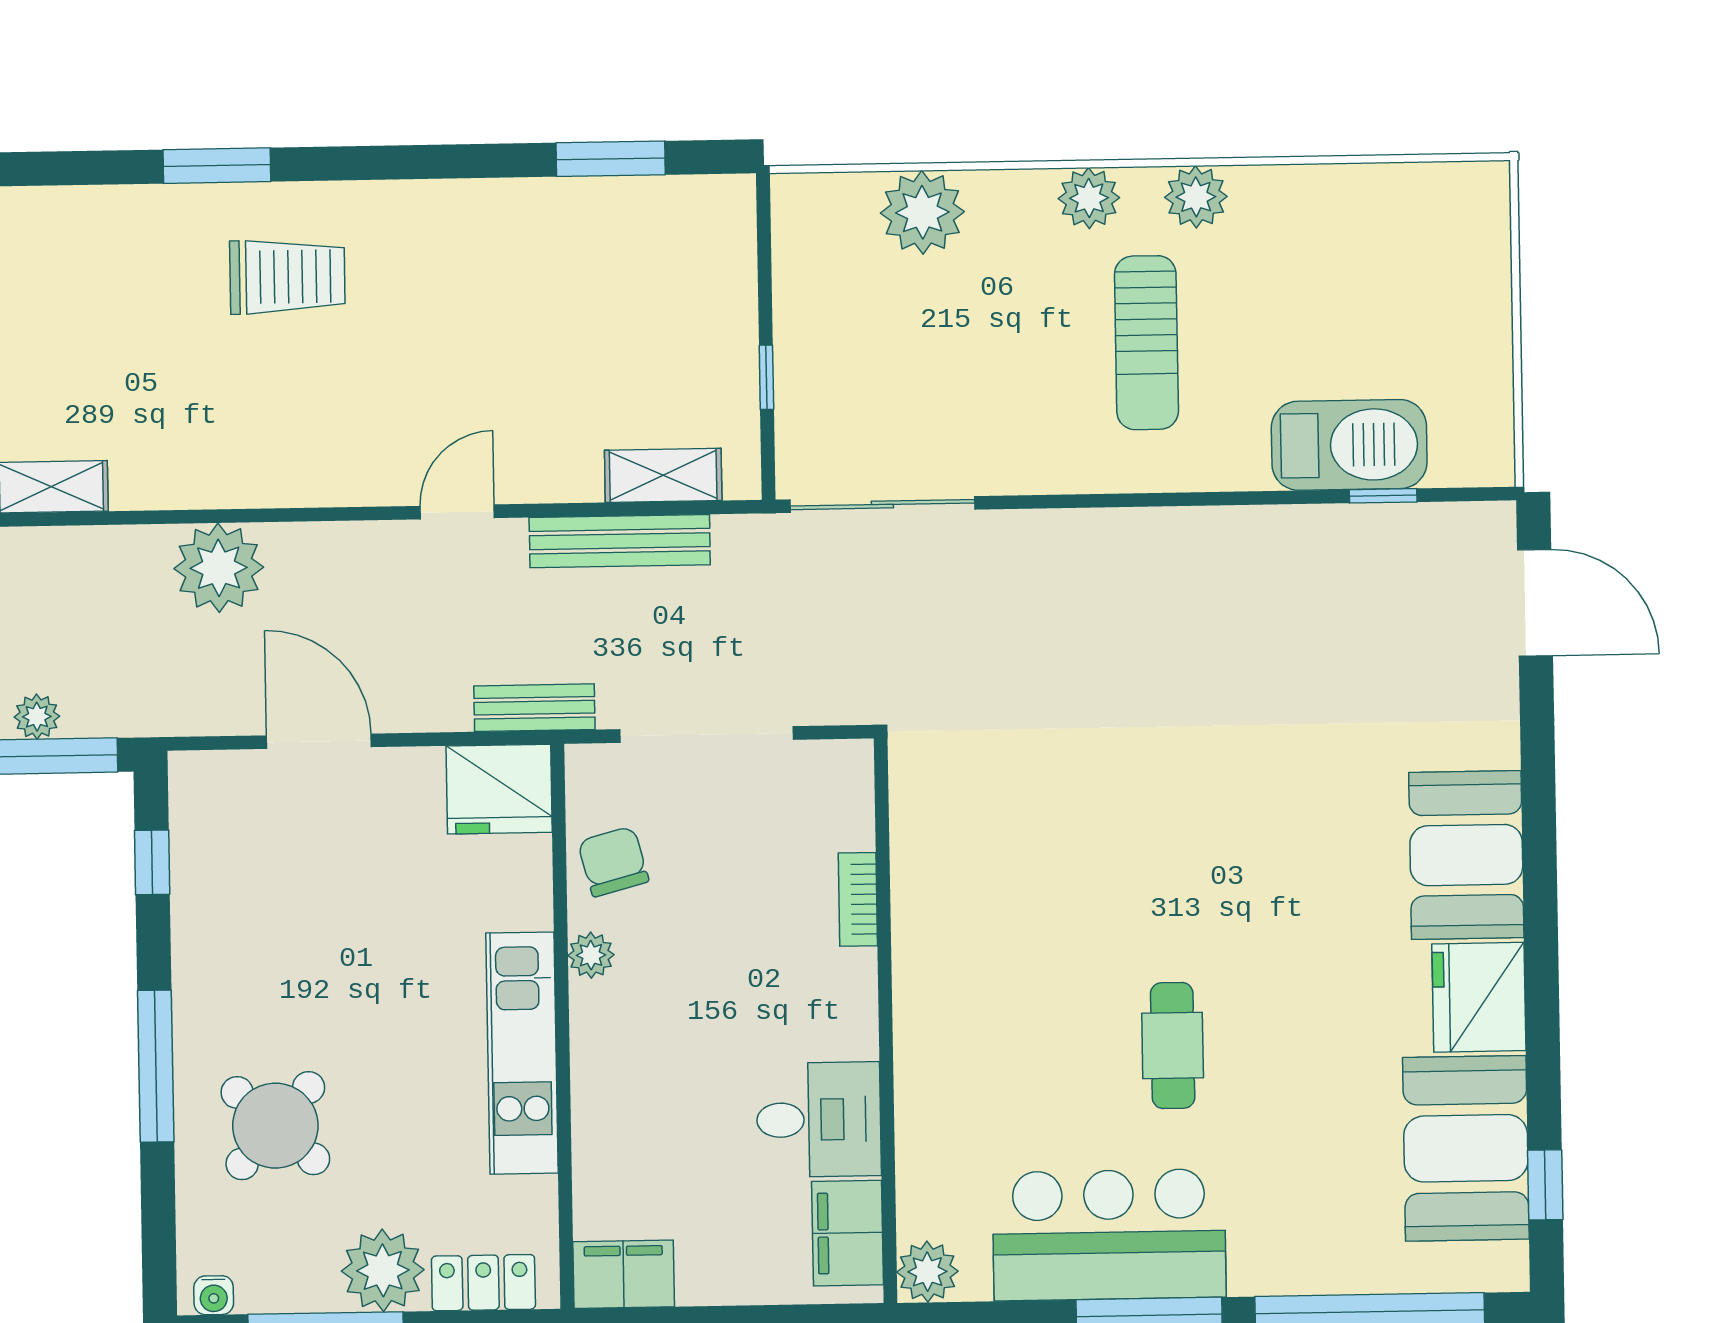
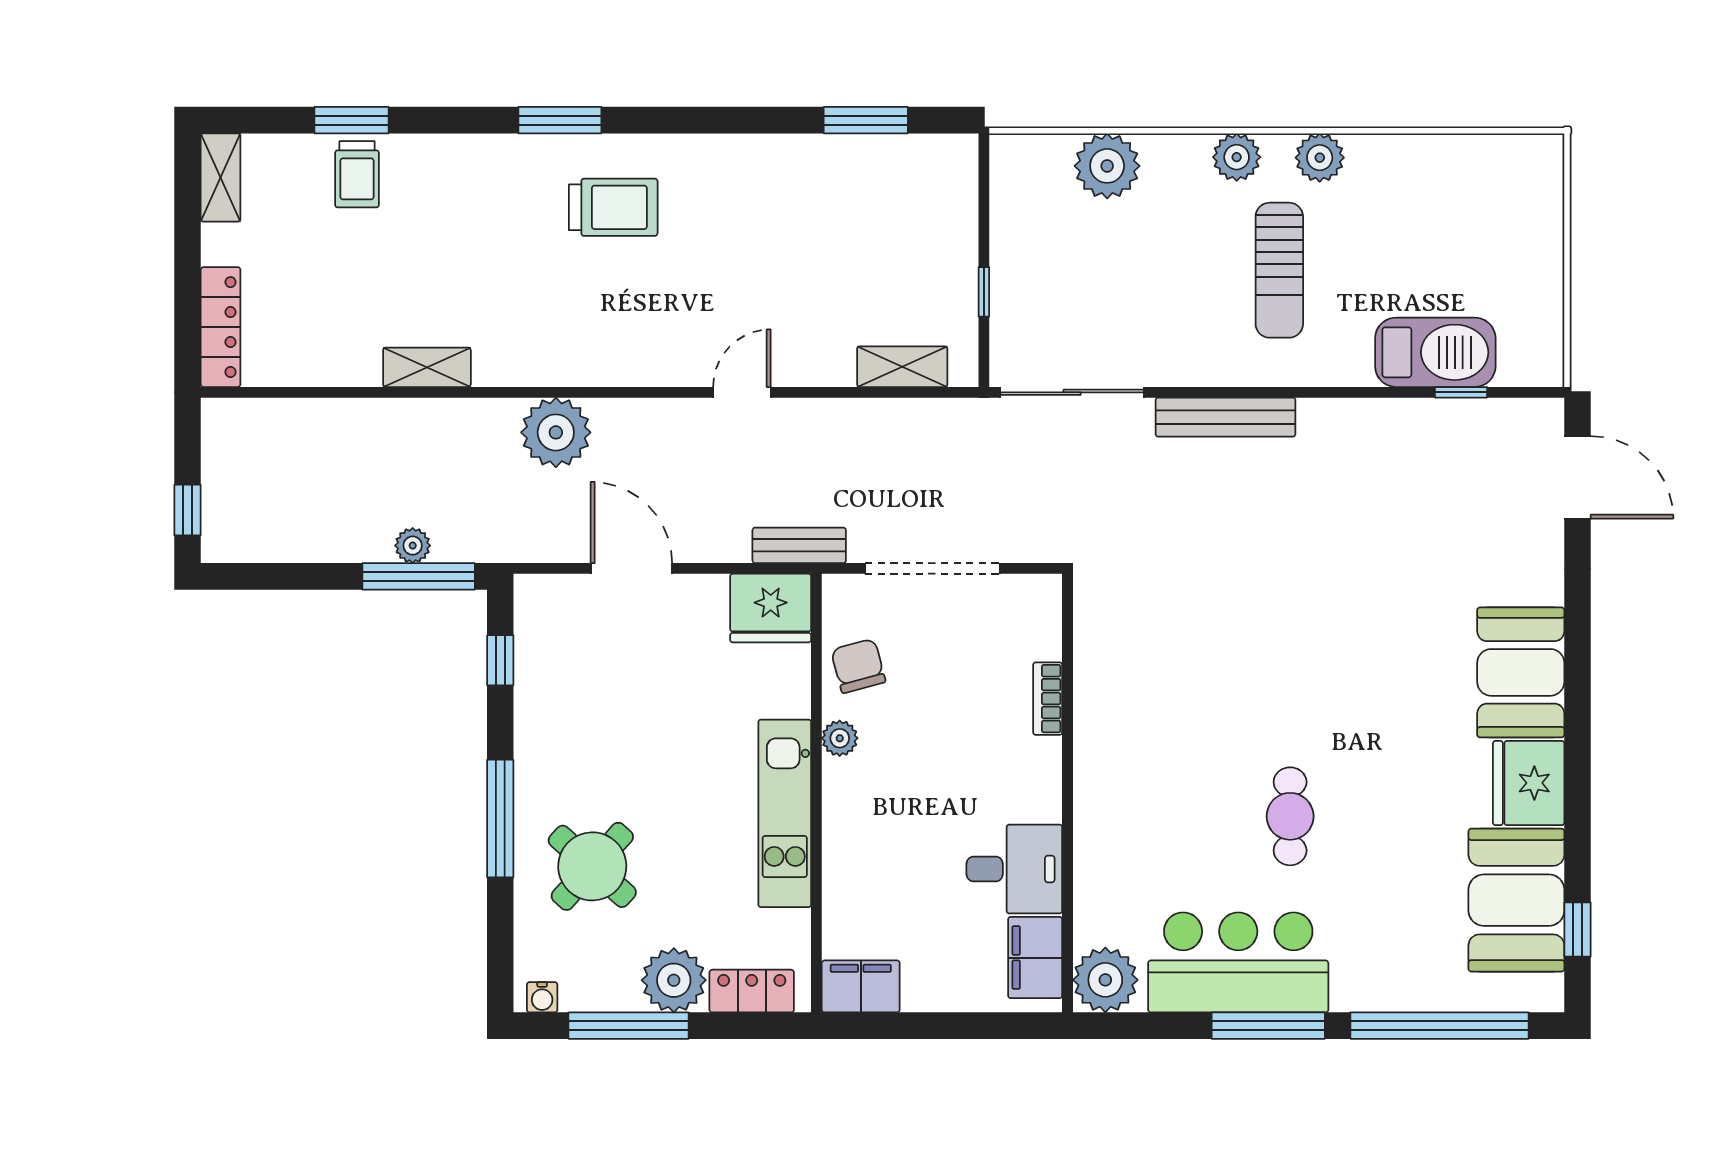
bench: (620, 541) -> (1226, 417), moved
plant: (927, 1272) -> (1105, 980), width x1.36, depth x1.36

